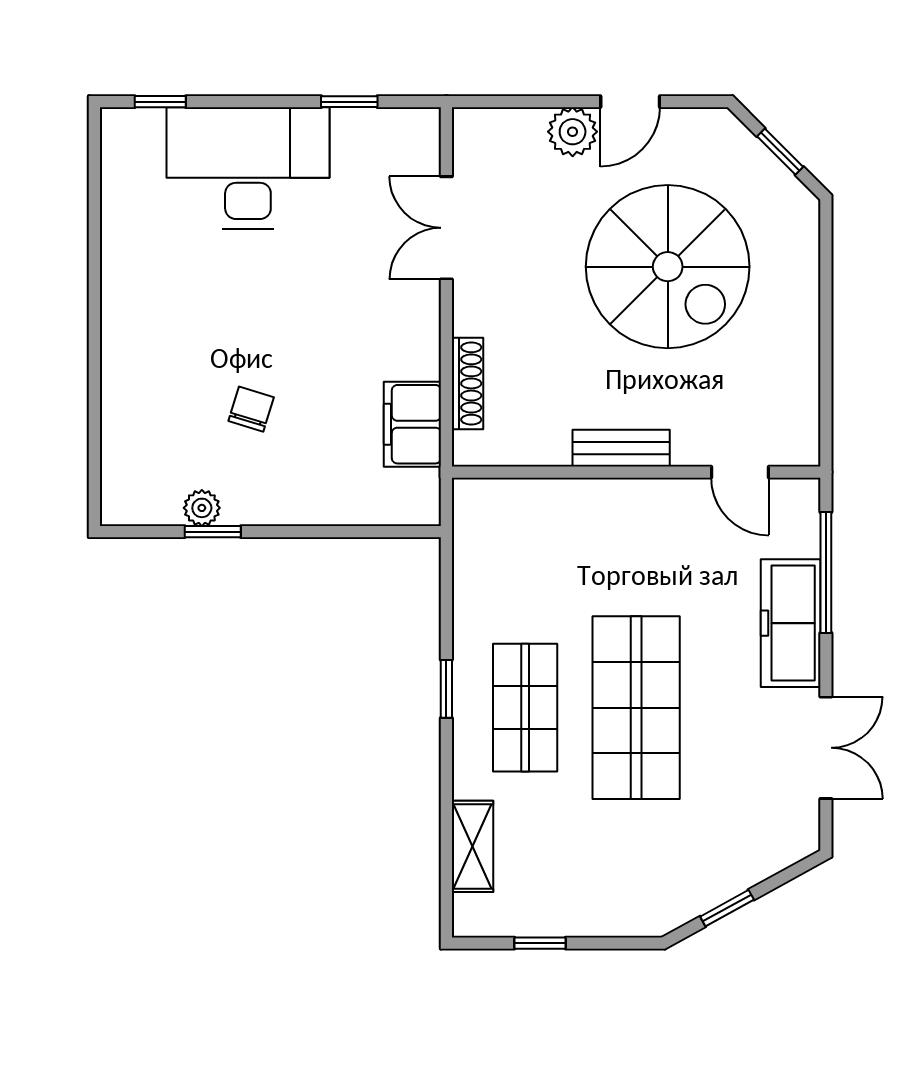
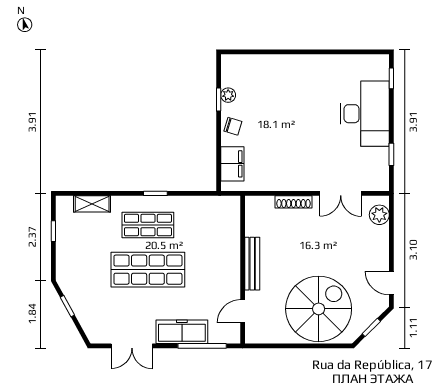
door: (630, 102) -> (391, 283), moved
plant: (573, 132) -> (379, 215), moved
double door: (446, 228) -> (341, 193), swing flipped
spiral stairs: (668, 267) -> (319, 309), moved, turned 180
shoe rack: (467, 383) -> (294, 202), moved
chair: (251, 409) -> (233, 126), moved
filing cabinet: (412, 424) -> (232, 164), moved, turned 90
bench: (621, 448) -> (252, 264), width x1.36

